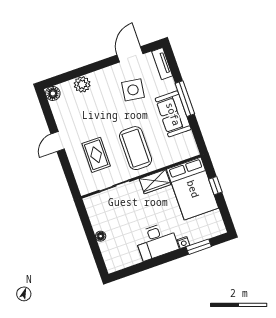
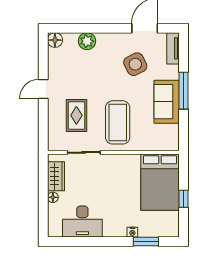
side table: (133, 90) -> (135, 64), turned -35
wardrobe: (155, 182) -> (56, 176), moved, turned -90
window: (215, 186) -> (183, 199), moved
desk: (156, 241) -> (82, 222), moved

